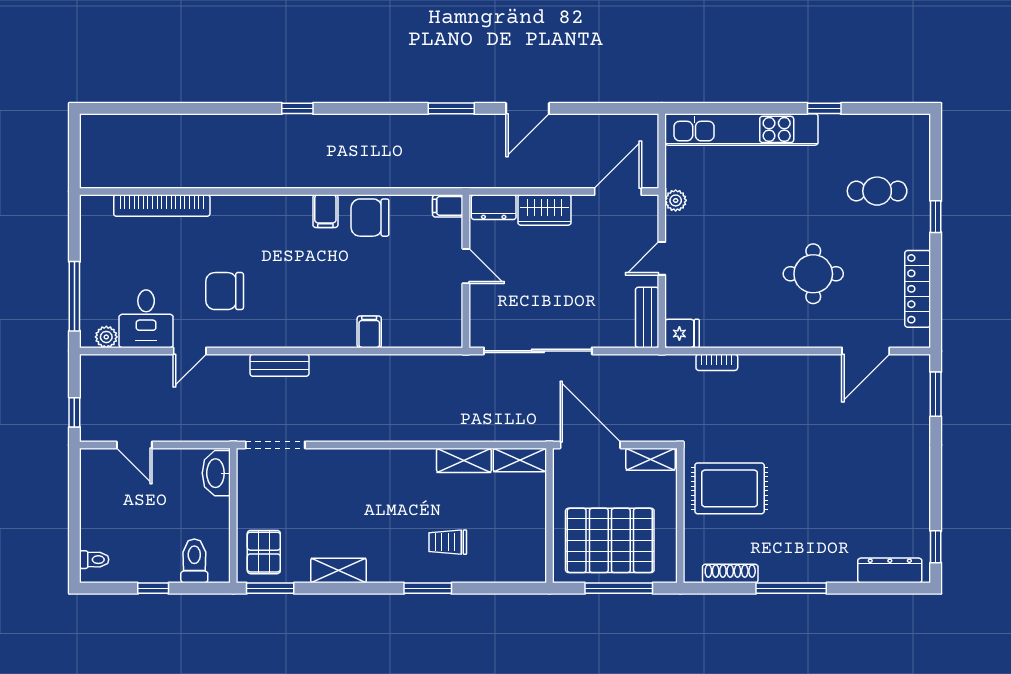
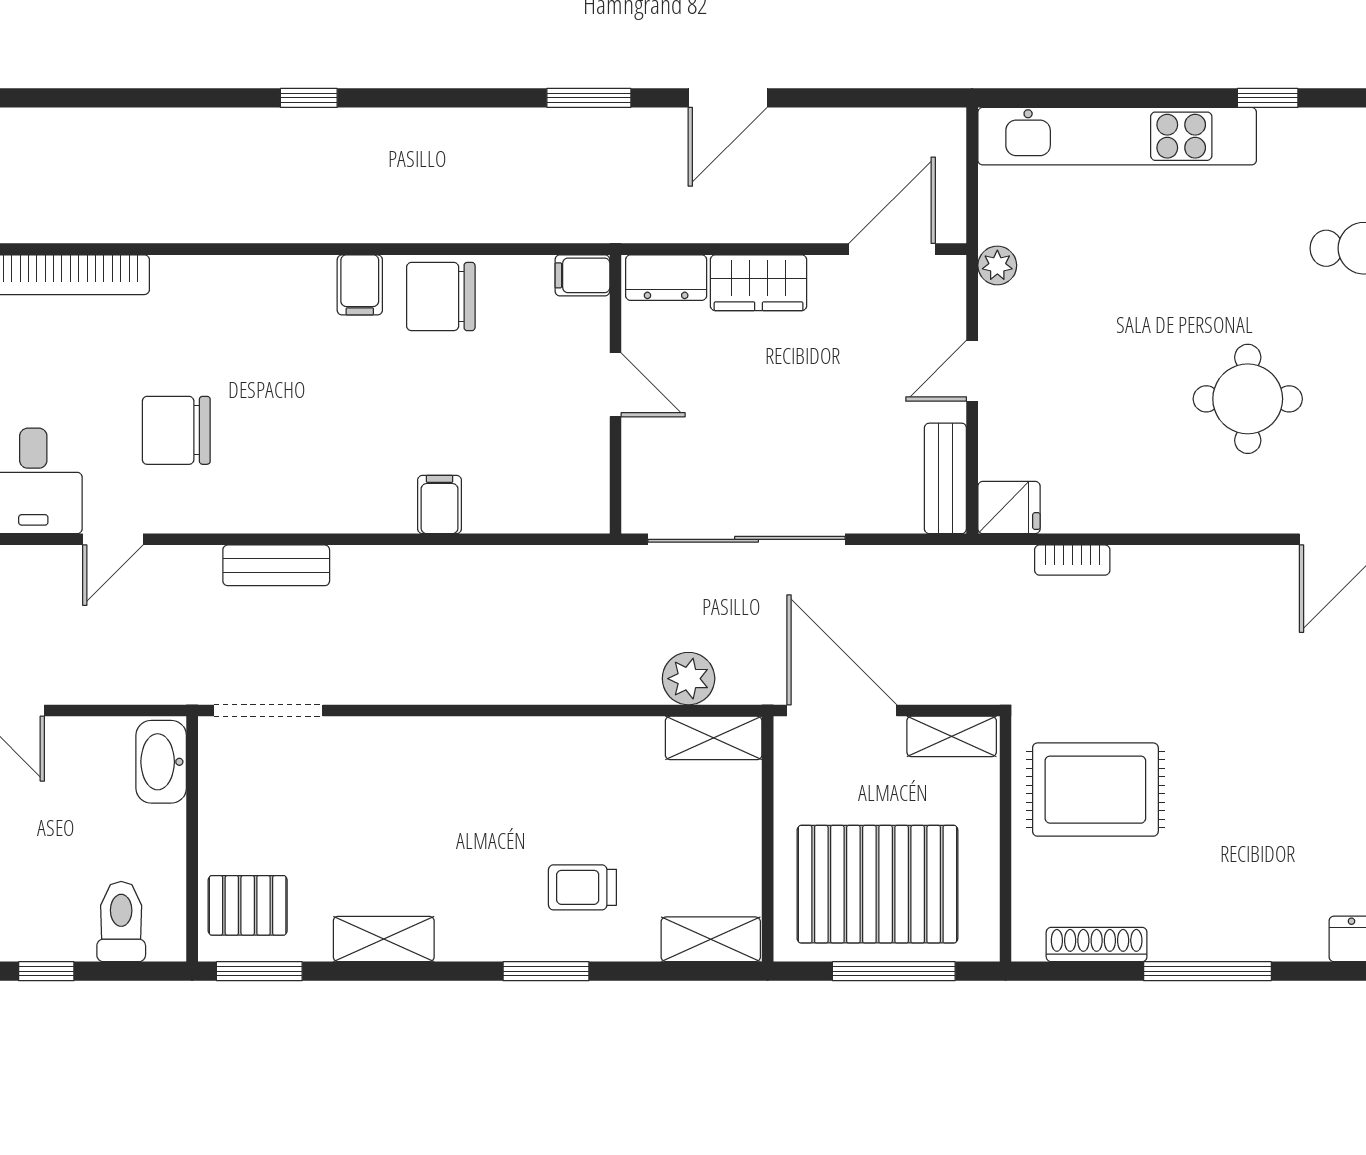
plant: (506, 427) -> (689, 679), added
shelving: (464, 460) -> (711, 939), moved
pallet: (264, 552) -> (248, 905), turned 90

